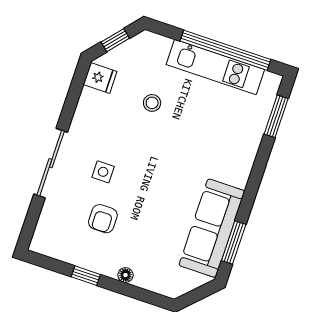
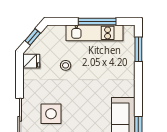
window: (225, 50) -> (97, 22), width x0.68
side table: (103, 172) -> (51, 114), width x1.87, depth x1.87

